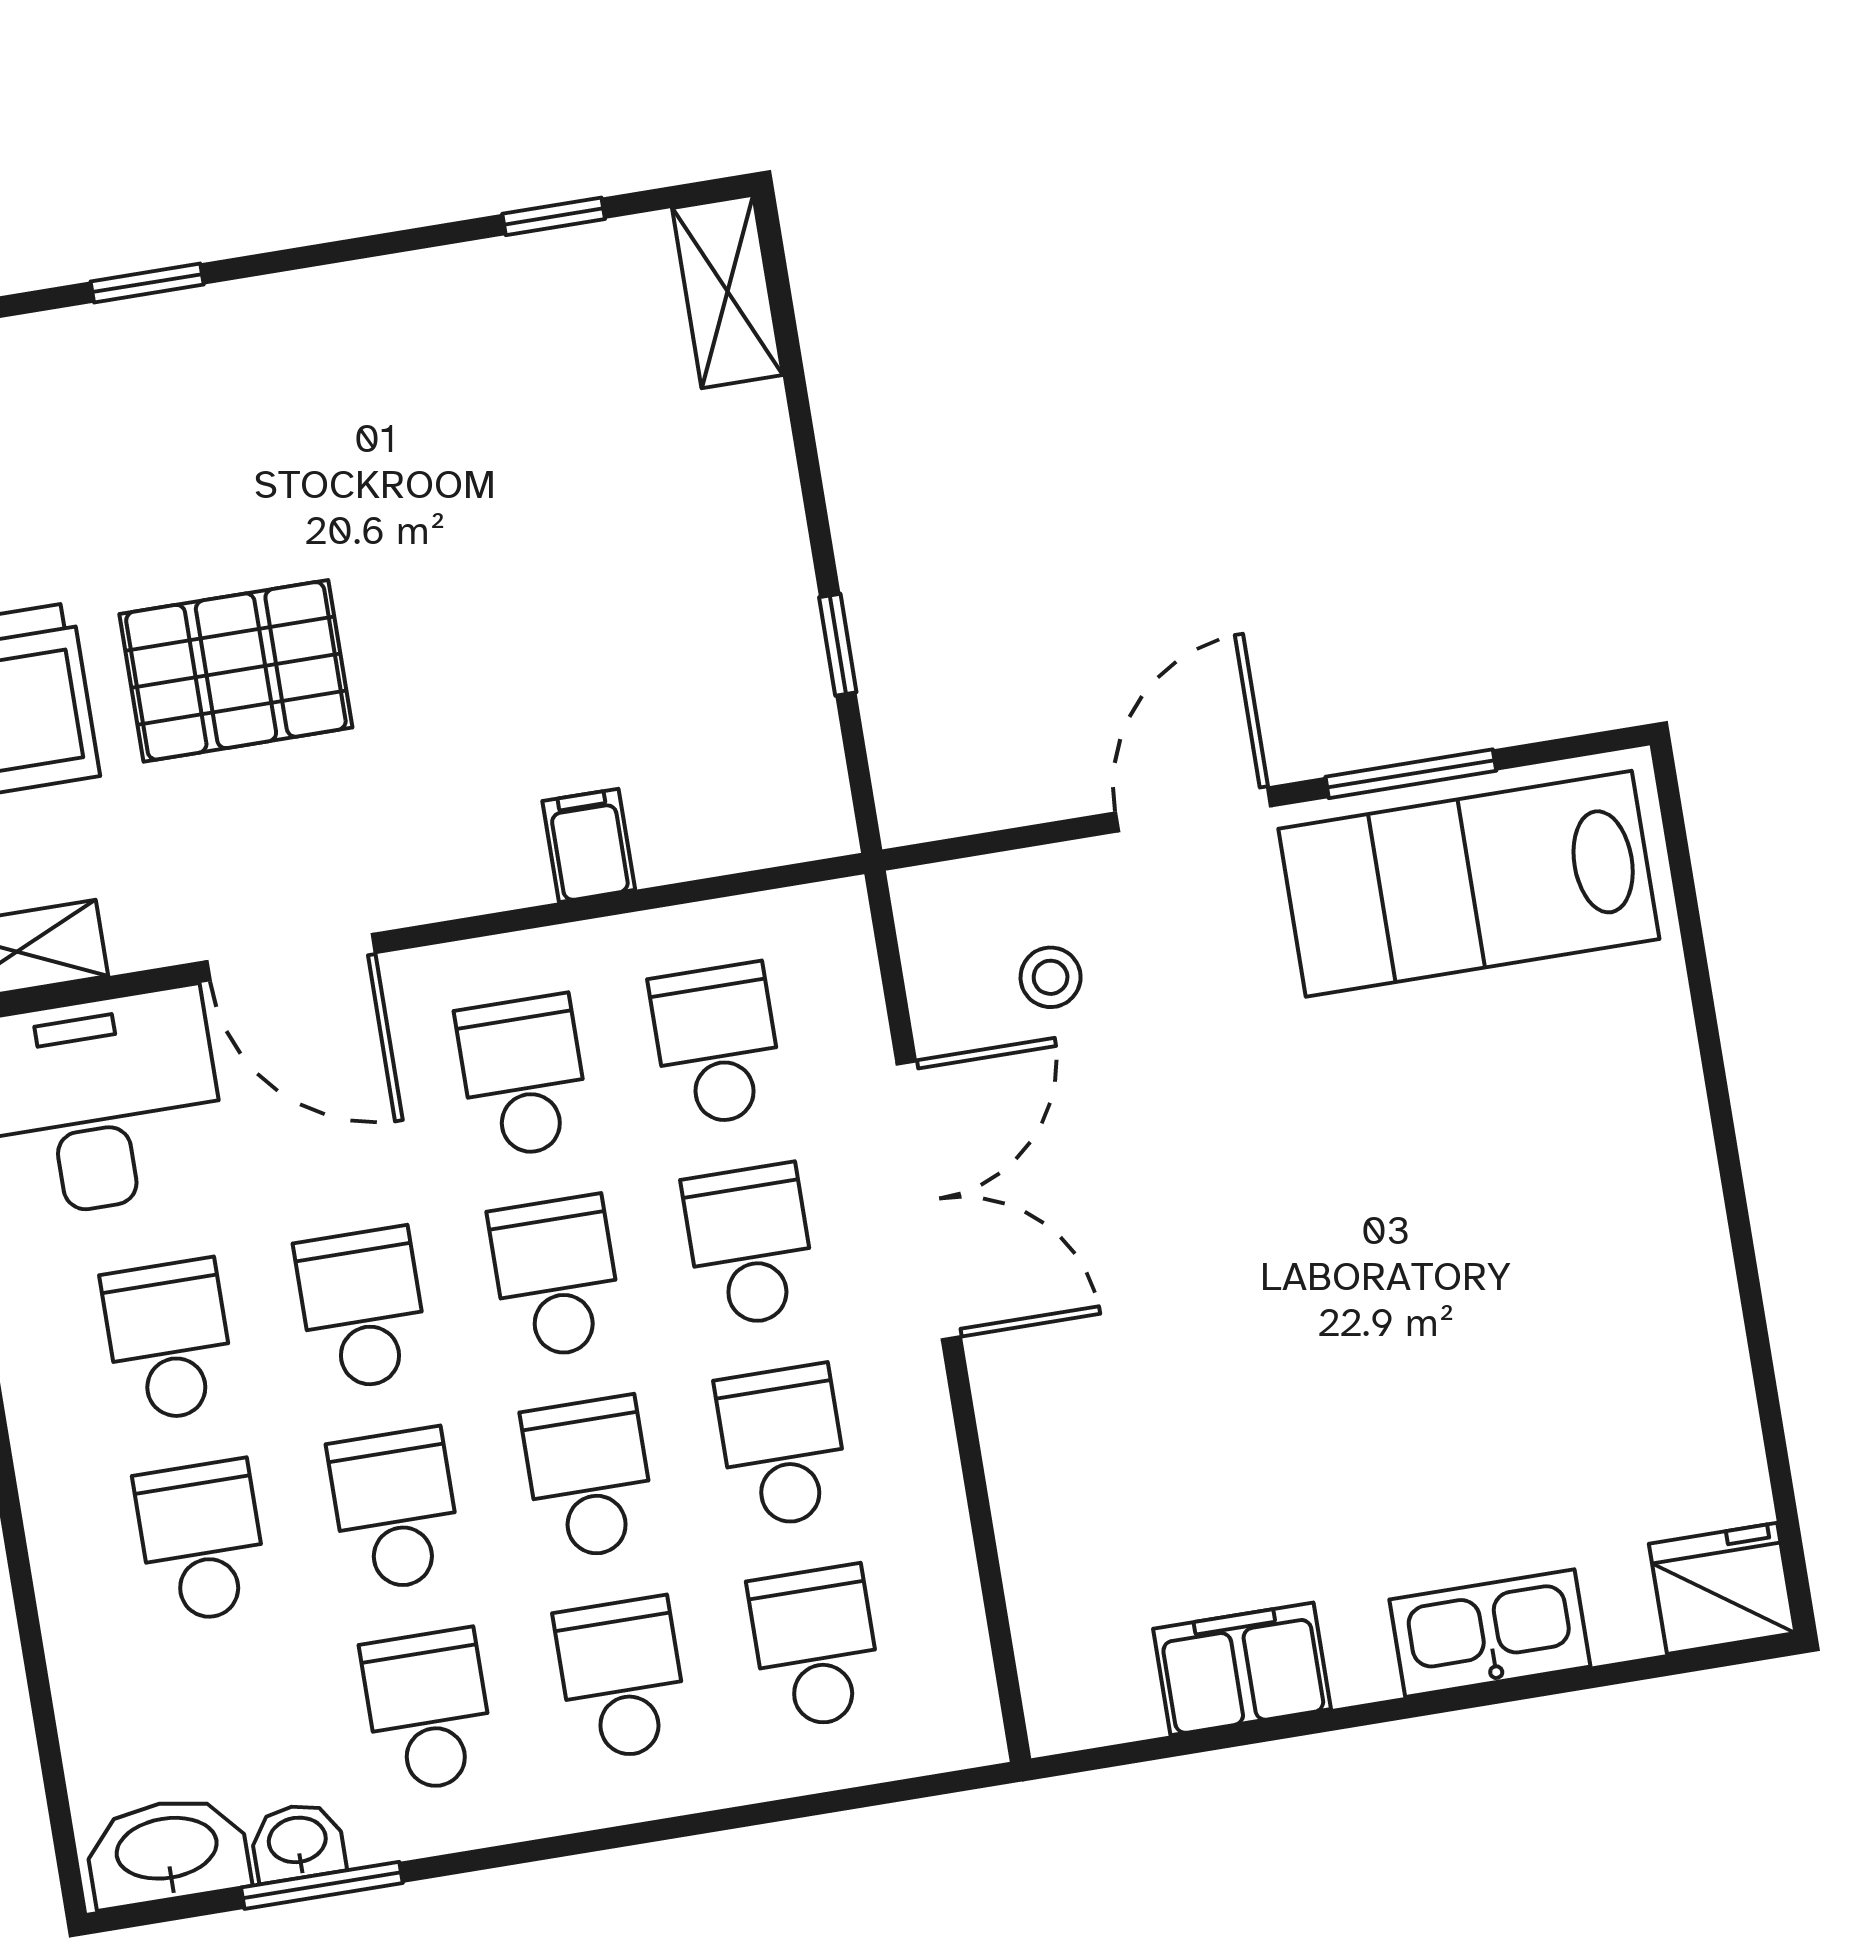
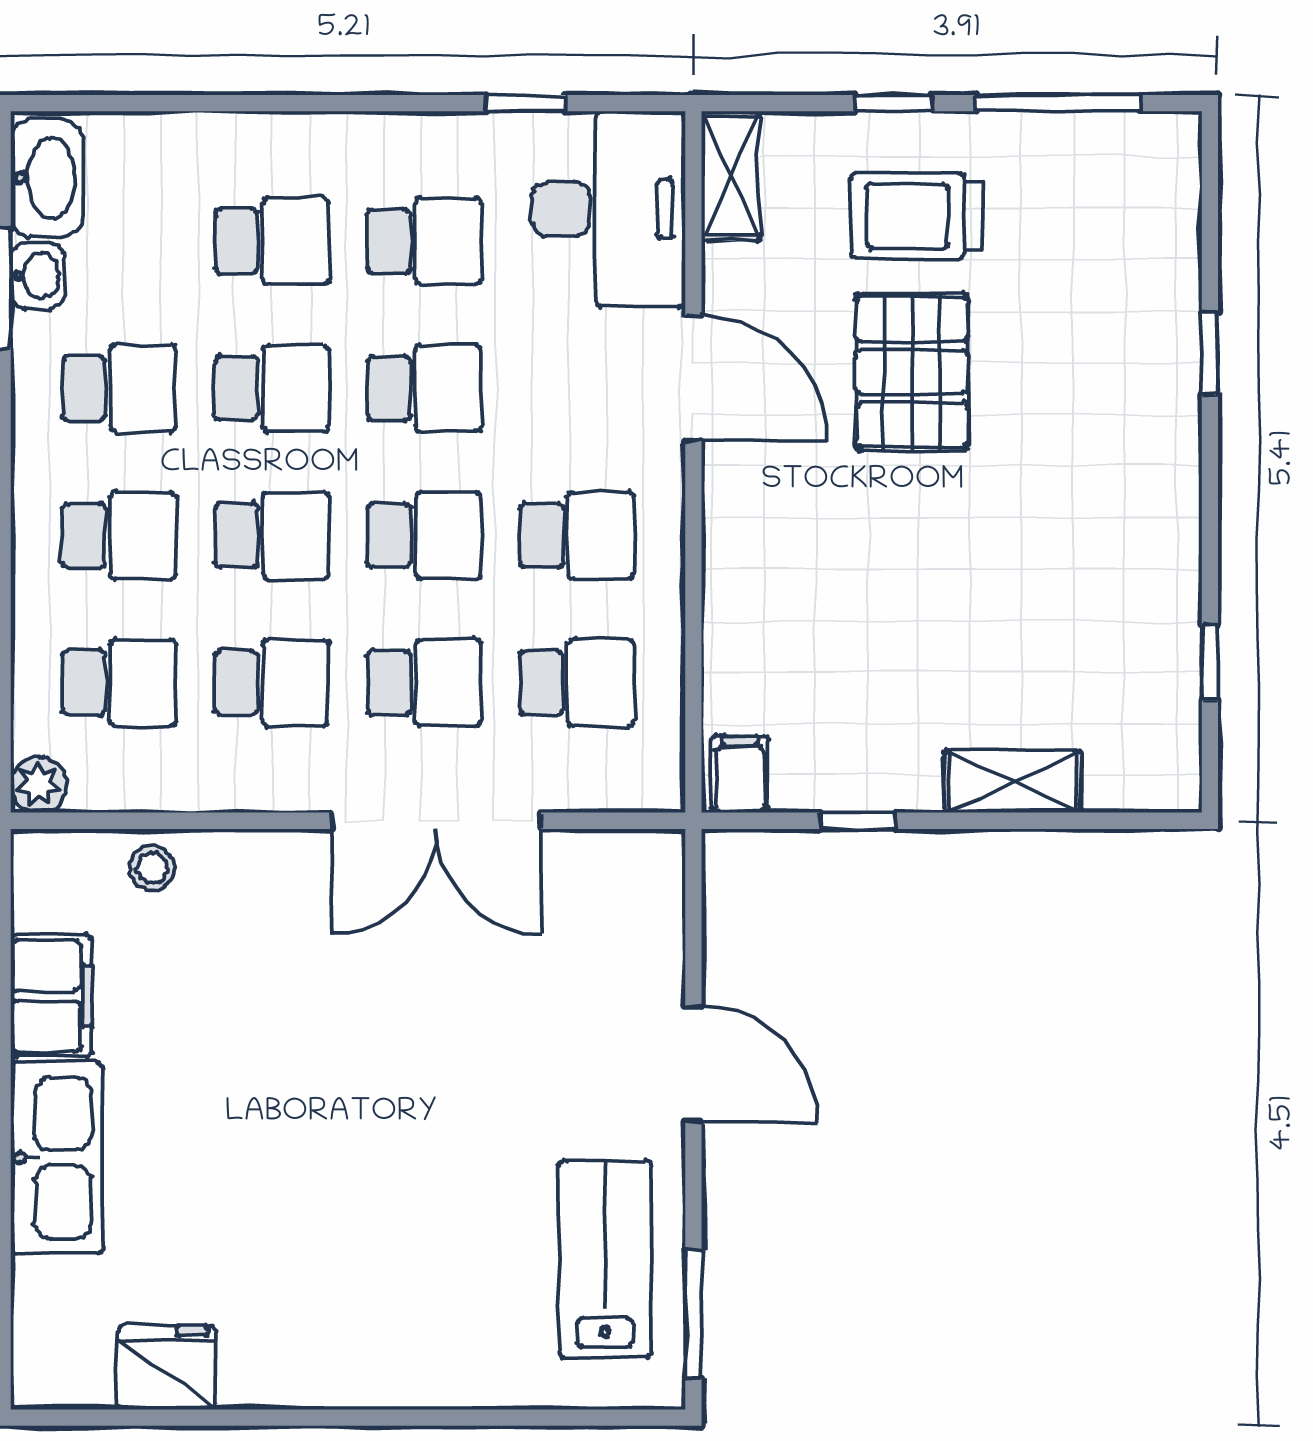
shelving: (727, 291) -> (1012, 782), moved
window: (1411, 774) -> (693, 1314), moved
filing cabinet: (589, 845) -> (740, 774), moved, turned -90
lab bench: (1469, 884) -> (605, 1259), width x0.73, depth x0.72
door: (291, 957) -> (693, 378), swing flipped
stool: (1051, 977) -> (152, 868), moved
fridge: (1722, 1588) -> (167, 1368), moved, turned -90
kitchen sink: (1490, 1633) -> (57, 1158), width x1.36, depth x1.24
plant: (967, 1731) -> (39, 785), added

